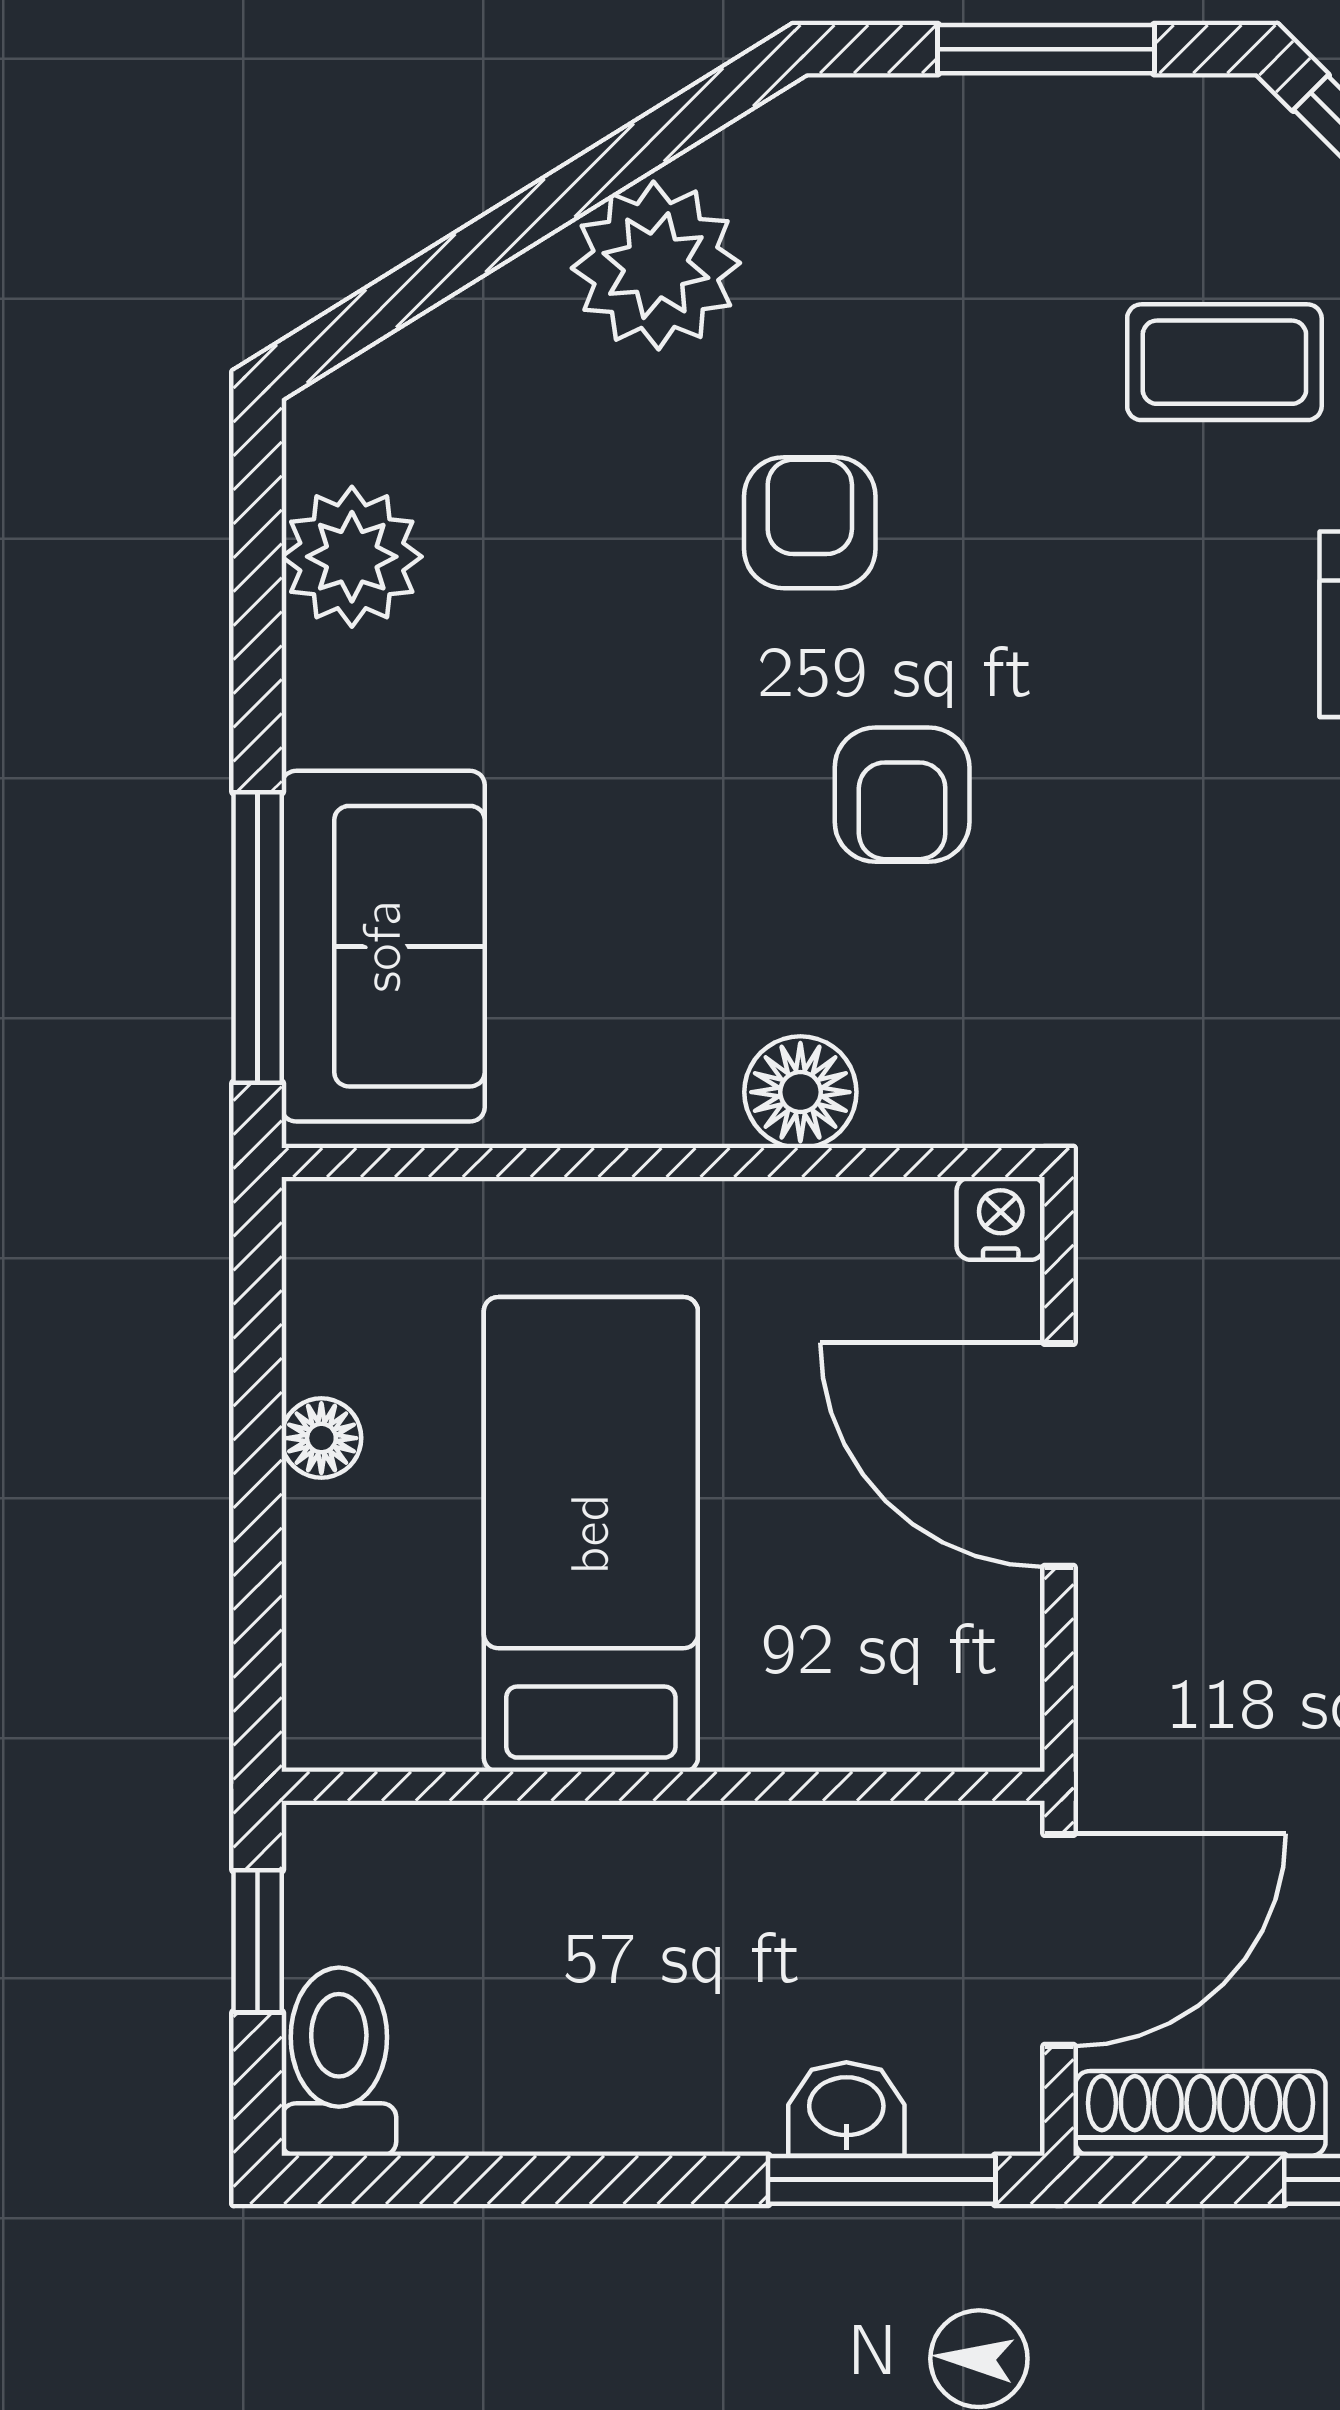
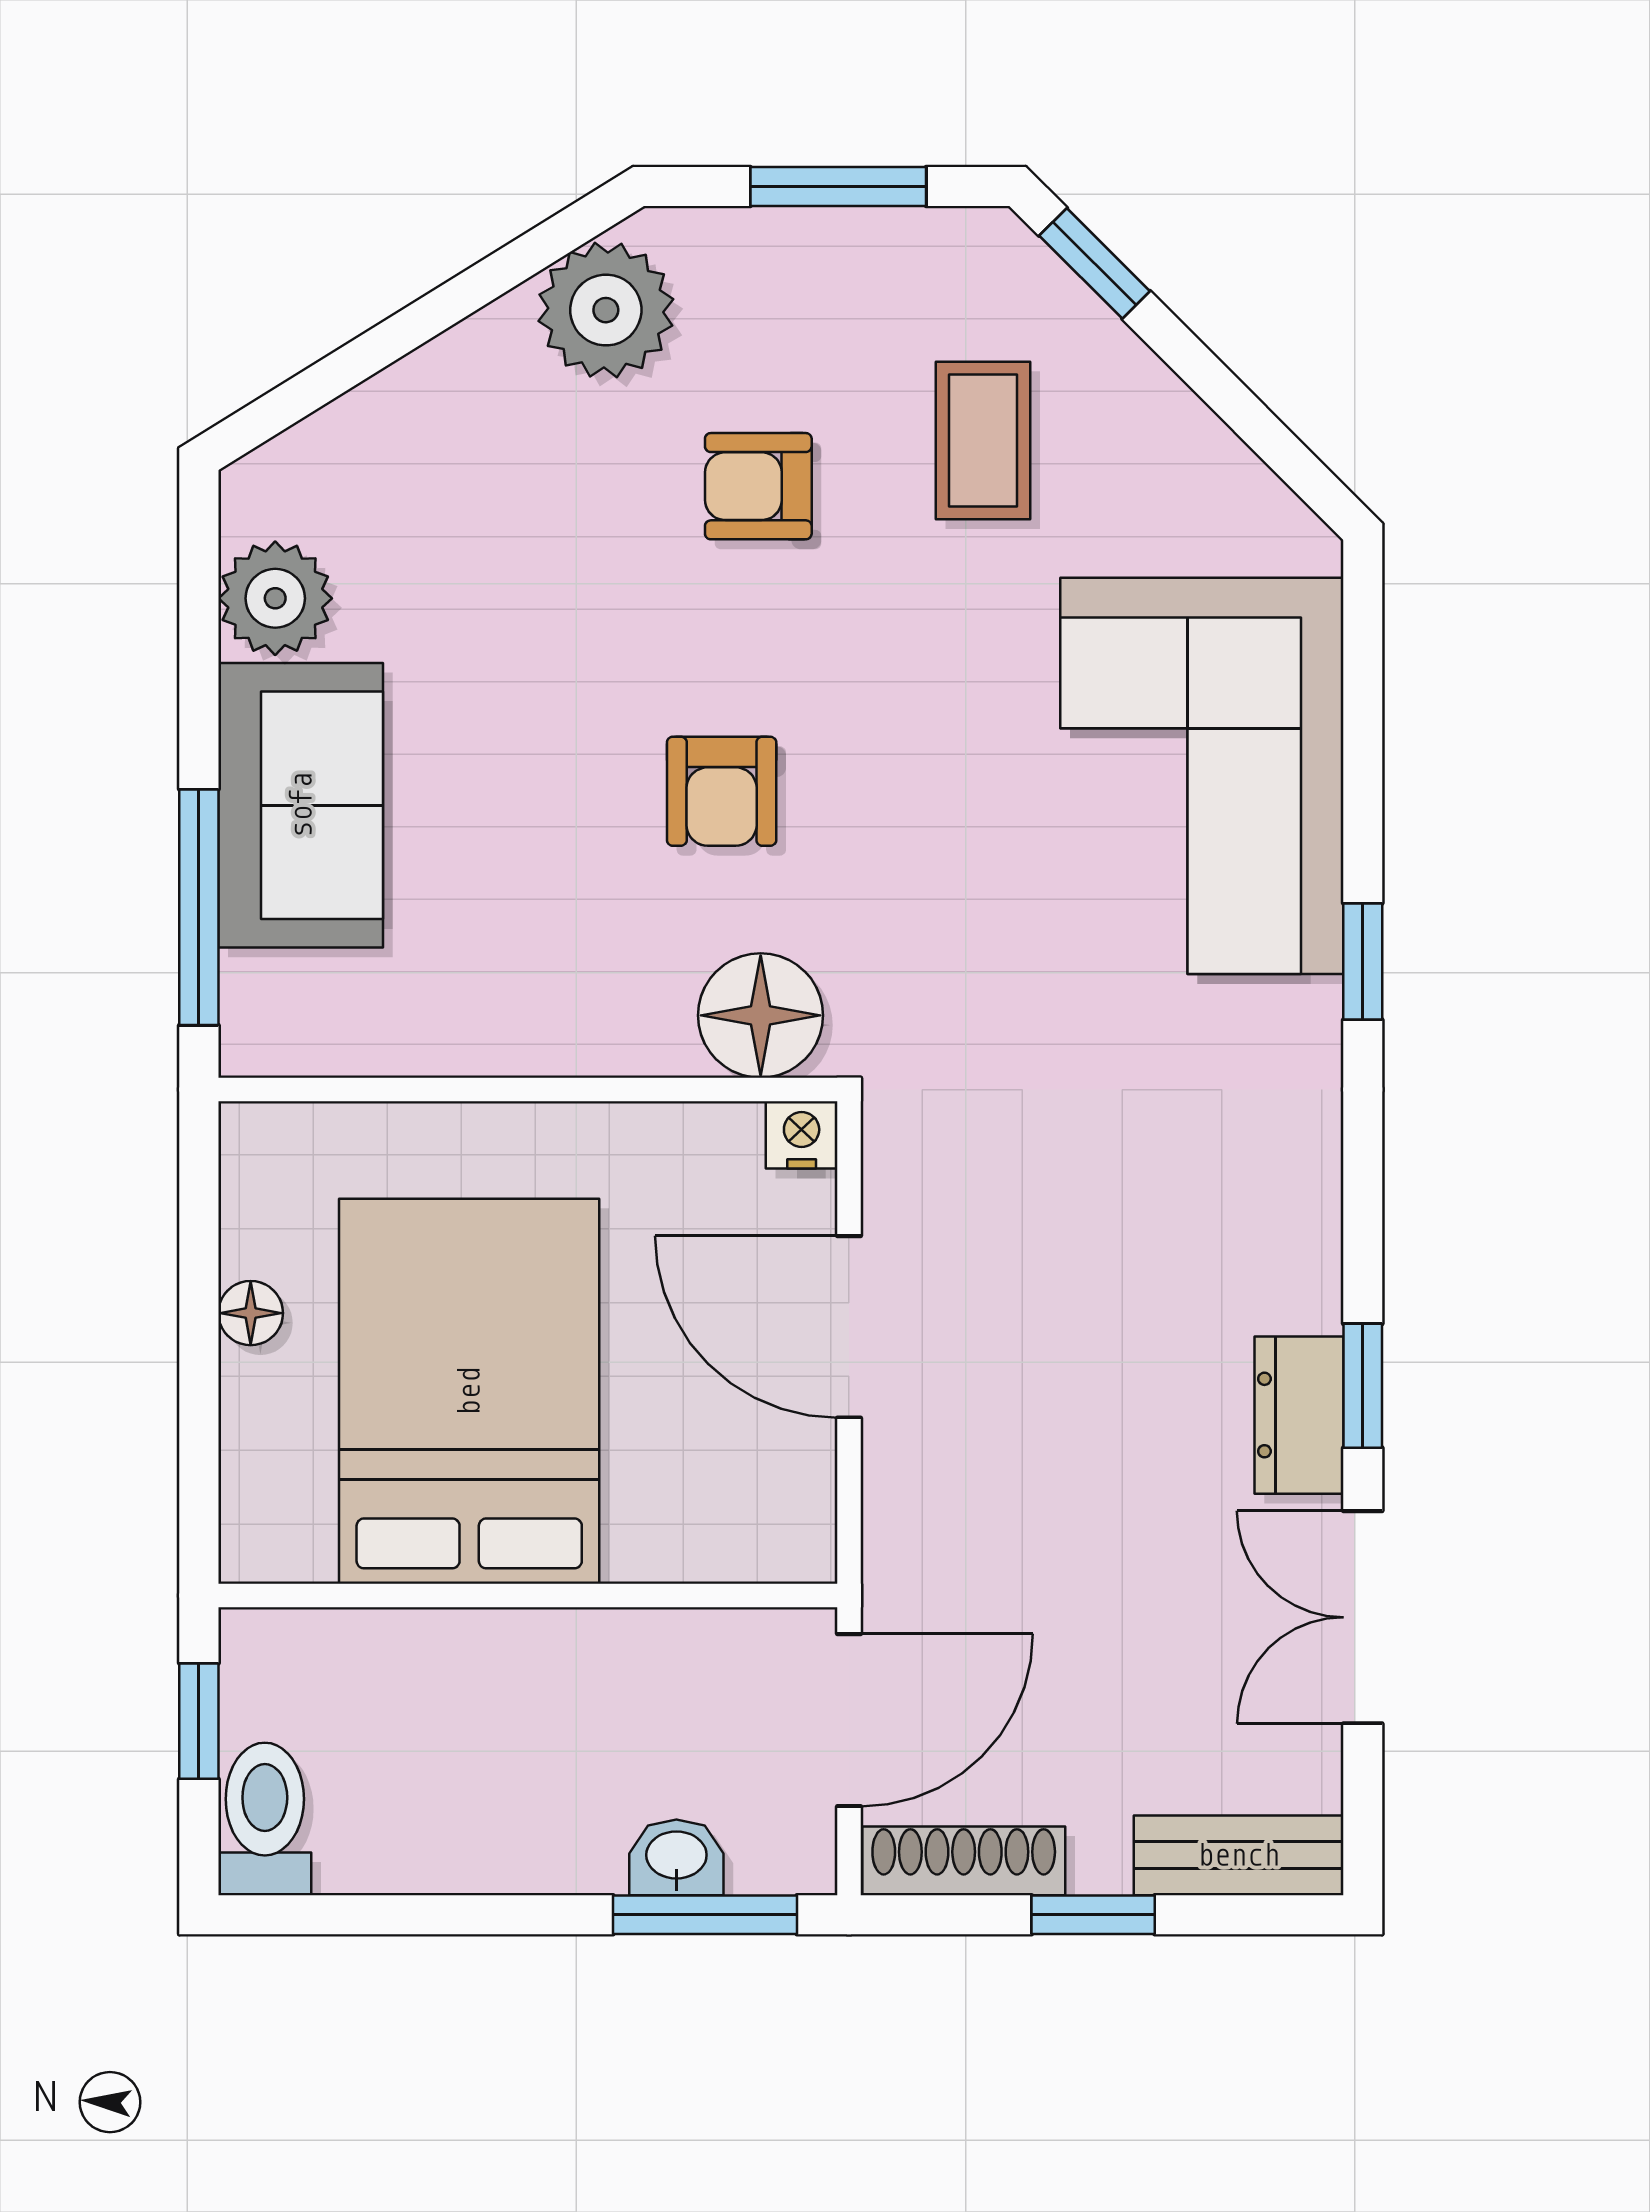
plant: (656, 266) -> (606, 310), moved
coffee table: (1224, 362) -> (983, 440), turned 90
armchair: (810, 523) -> (758, 486), moved, turned -90
sofa: (383, 946) -> (301, 805), moved
floor lamp: (800, 1092) -> (761, 1015), moved, width x1.38, depth x1.38
bed: (591, 1534) -> (469, 1391), width x1.50

